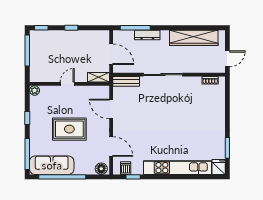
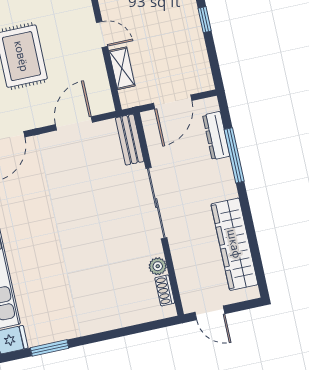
window: (135, 28) -> (234, 155), moved
dresser: (147, 35) -> (216, 136), moved
shelving: (99, 77) -> (122, 68), moved
plant: (197, 81) -> (158, 266), added

